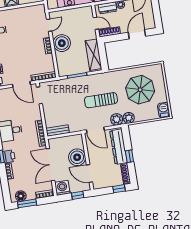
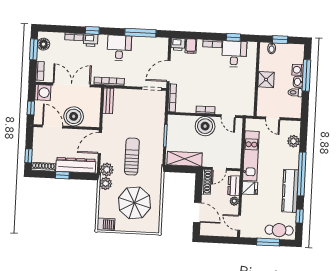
door: (90, 174) -> (52, 126), hinge flipped

